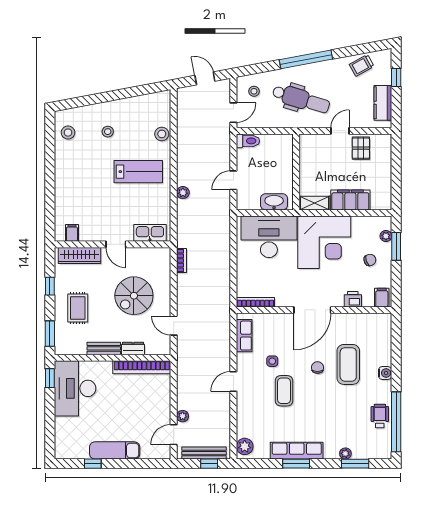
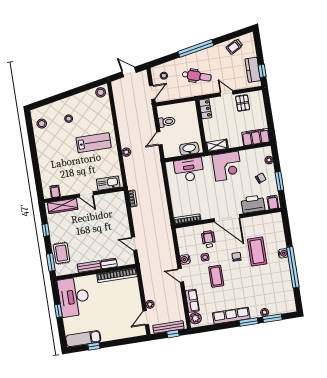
window: (396, 77) -> (262, 71), moved
dental chair: (301, 99) -> (197, 76), width x0.73, depth x0.72
door: (340, 131) -> (227, 93), hinge flipped
stool: (162, 134) -> (101, 92), moved
toilet: (248, 141) -> (167, 122), moved
locker: (306, 148) -> (205, 109), added
filing cabinet: (350, 200) -> (256, 137), moved
desk: (269, 237) -> (189, 170), width x0.73, depth x0.77
corner desk: (324, 242) -> (227, 166), width x0.74, depth x0.74
window: (396, 246) -> (279, 181), moved
spiral stairs: (134, 296) -> (104, 228), removed
printer: (353, 299) -> (253, 204), width x1.87, depth x1.48
rug: (78, 308) -> (62, 253), moved
door: (312, 310) -> (227, 218), hinge flipped
row of seats: (244, 336) -> (192, 301), moved
water cooler: (243, 360) -> (185, 259), added
window: (50, 378) -> (58, 311), moved
door: (233, 382) -> (181, 275), hinge flipped
wheelchair: (380, 416) -> (208, 239), moved
window: (396, 422) -> (293, 267), moved
exam couch: (115, 450) -> (83, 339), moved
window: (296, 464) -> (249, 322), moved

